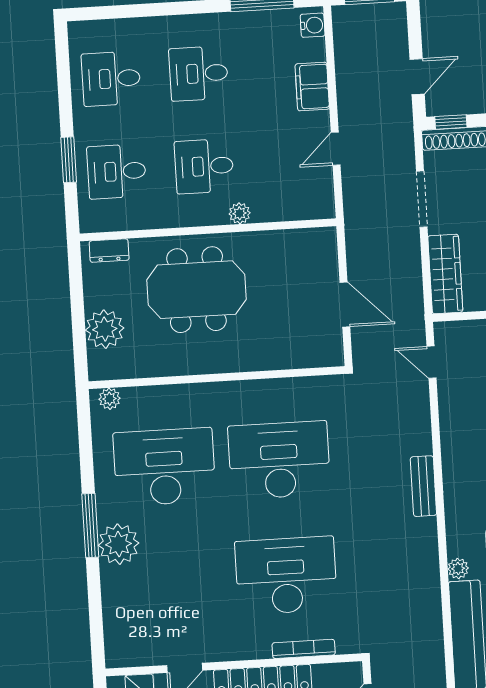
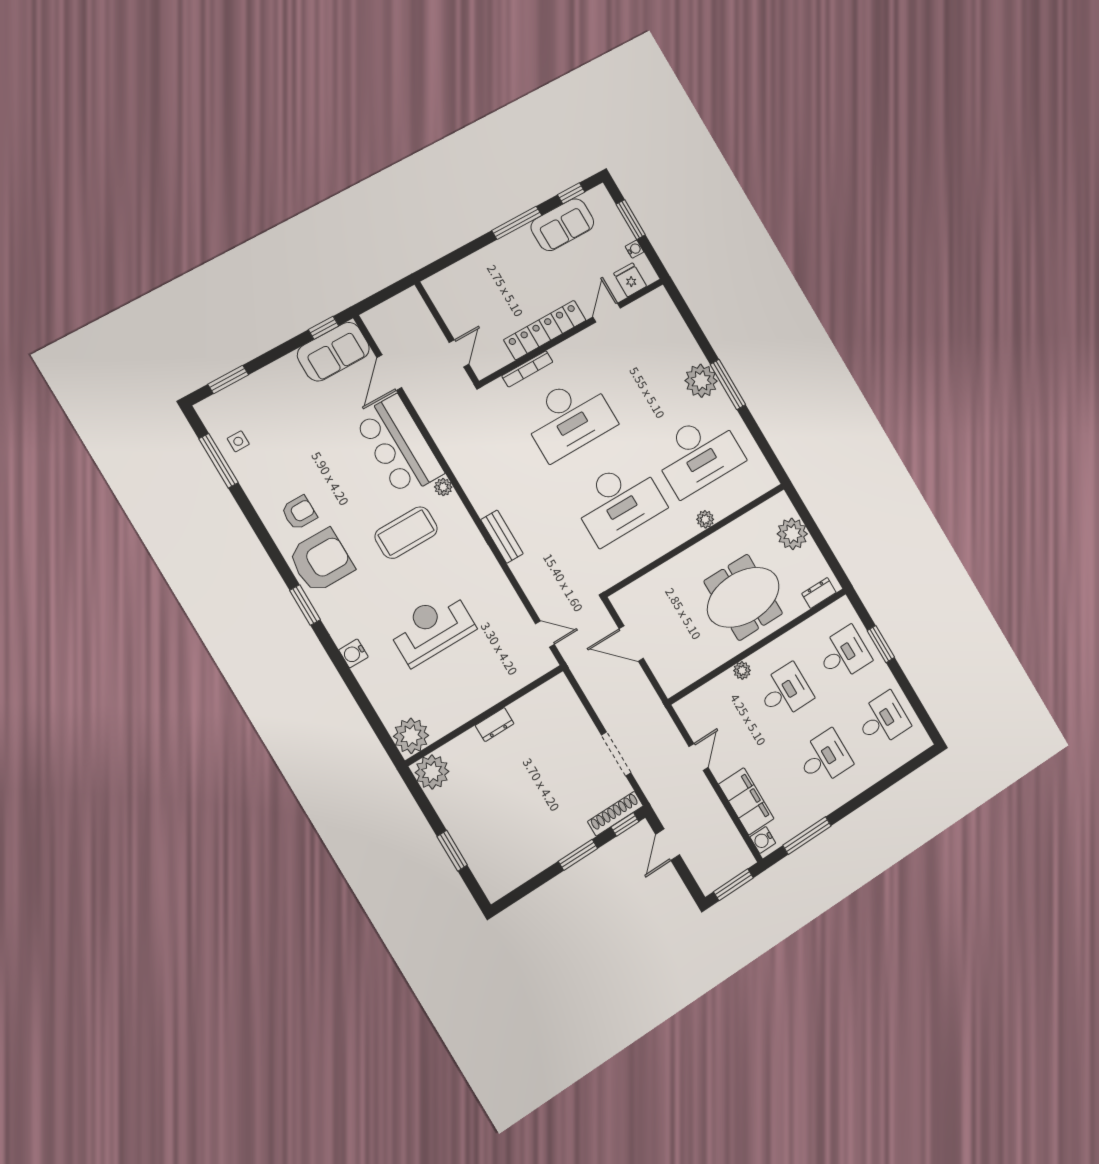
filing cabinet: (312, 87) -> (746, 801), width x1.50, depth x1.17
wardrobe: (445, 274) -> (569, 707), removed
plant: (109, 399) -> (705, 519), moved

